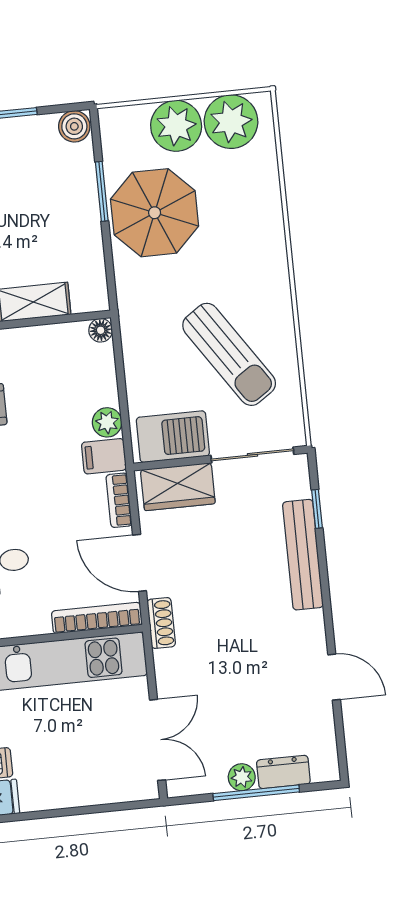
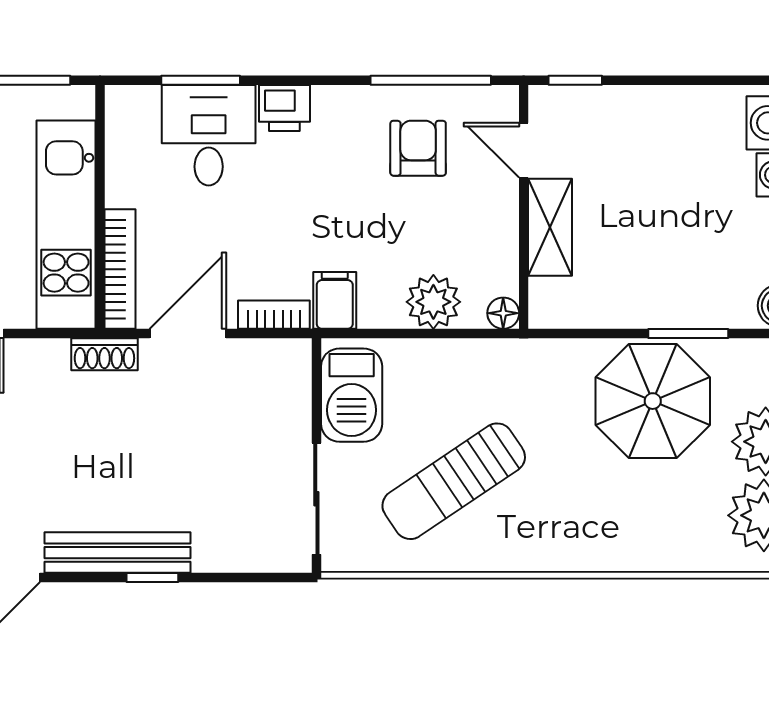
plant: (107, 422) -> (433, 302), moved, width x1.38, depth x1.38
wardrobe: (178, 487) -> (284, 395), removed
window: (317, 509) -> (152, 578), moved
bench: (303, 555) -> (118, 553), moved

